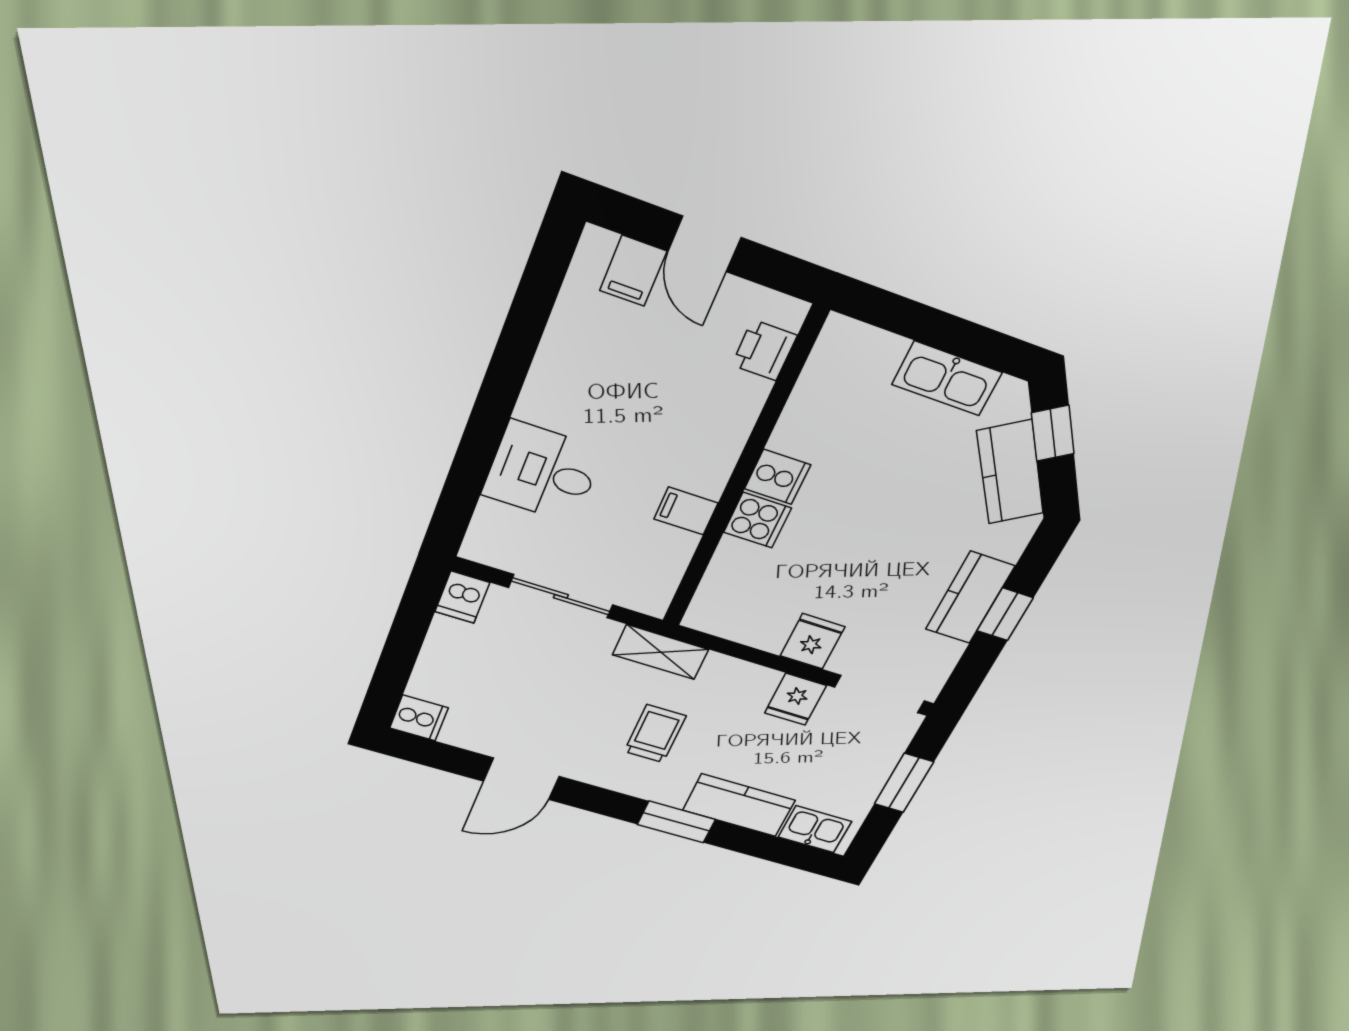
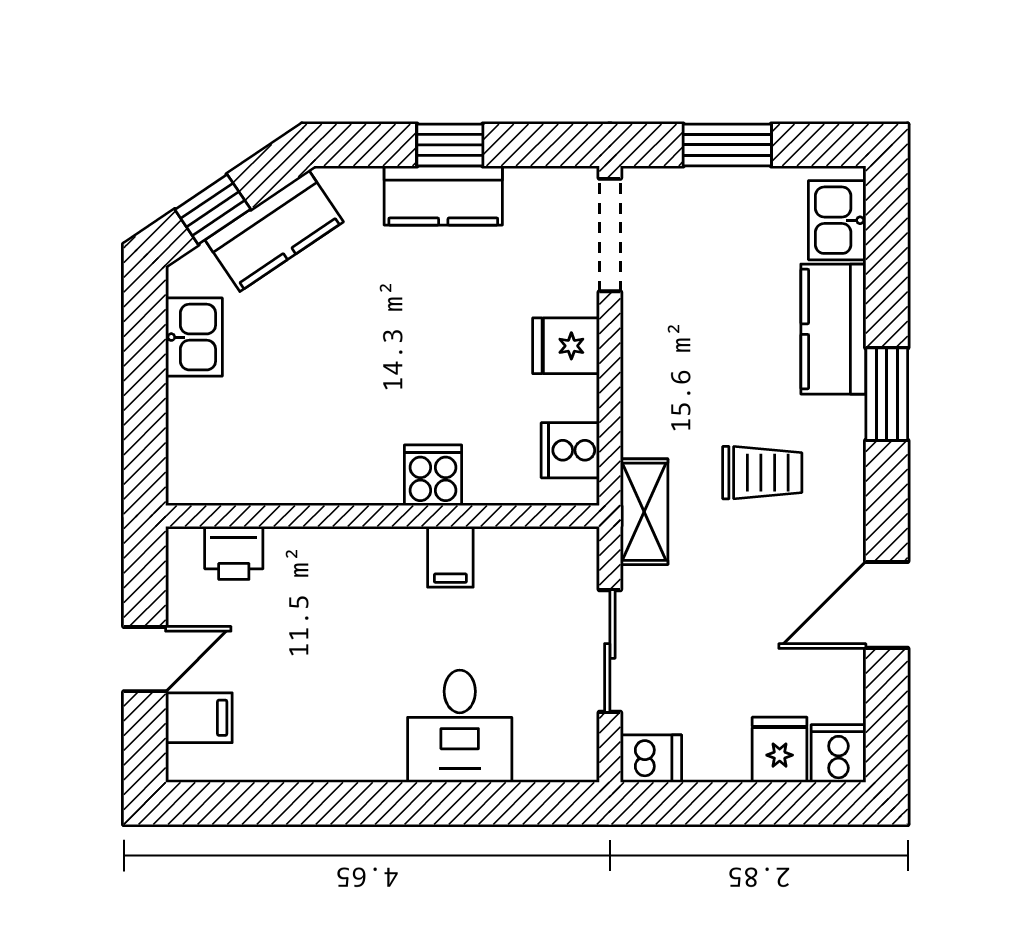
kitchen sink: (947, 379) -> (194, 337), width x0.73
cooker: (778, 477) -> (570, 450), moved, turned -90
fridge: (795, 699) -> (780, 750), moved, turned -90
trolley: (655, 734) -> (762, 473), turned 180
door: (521, 779) -> (887, 605), swing flipped

